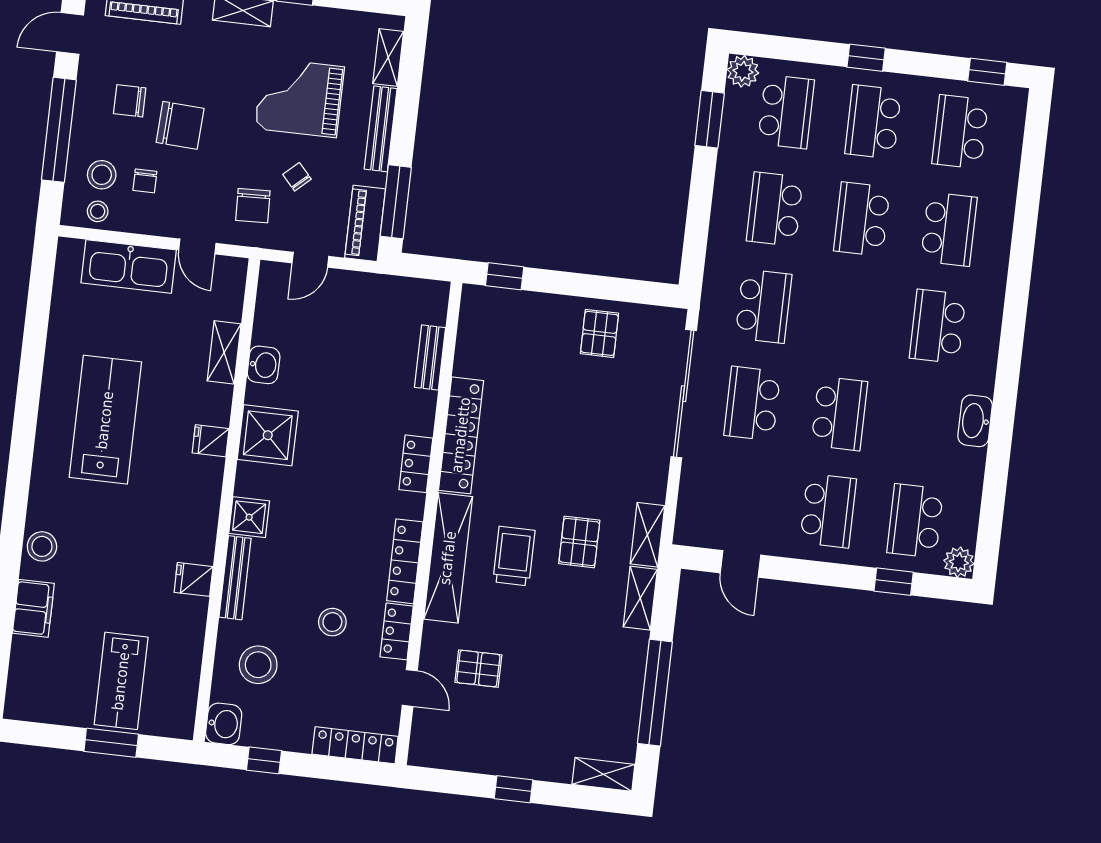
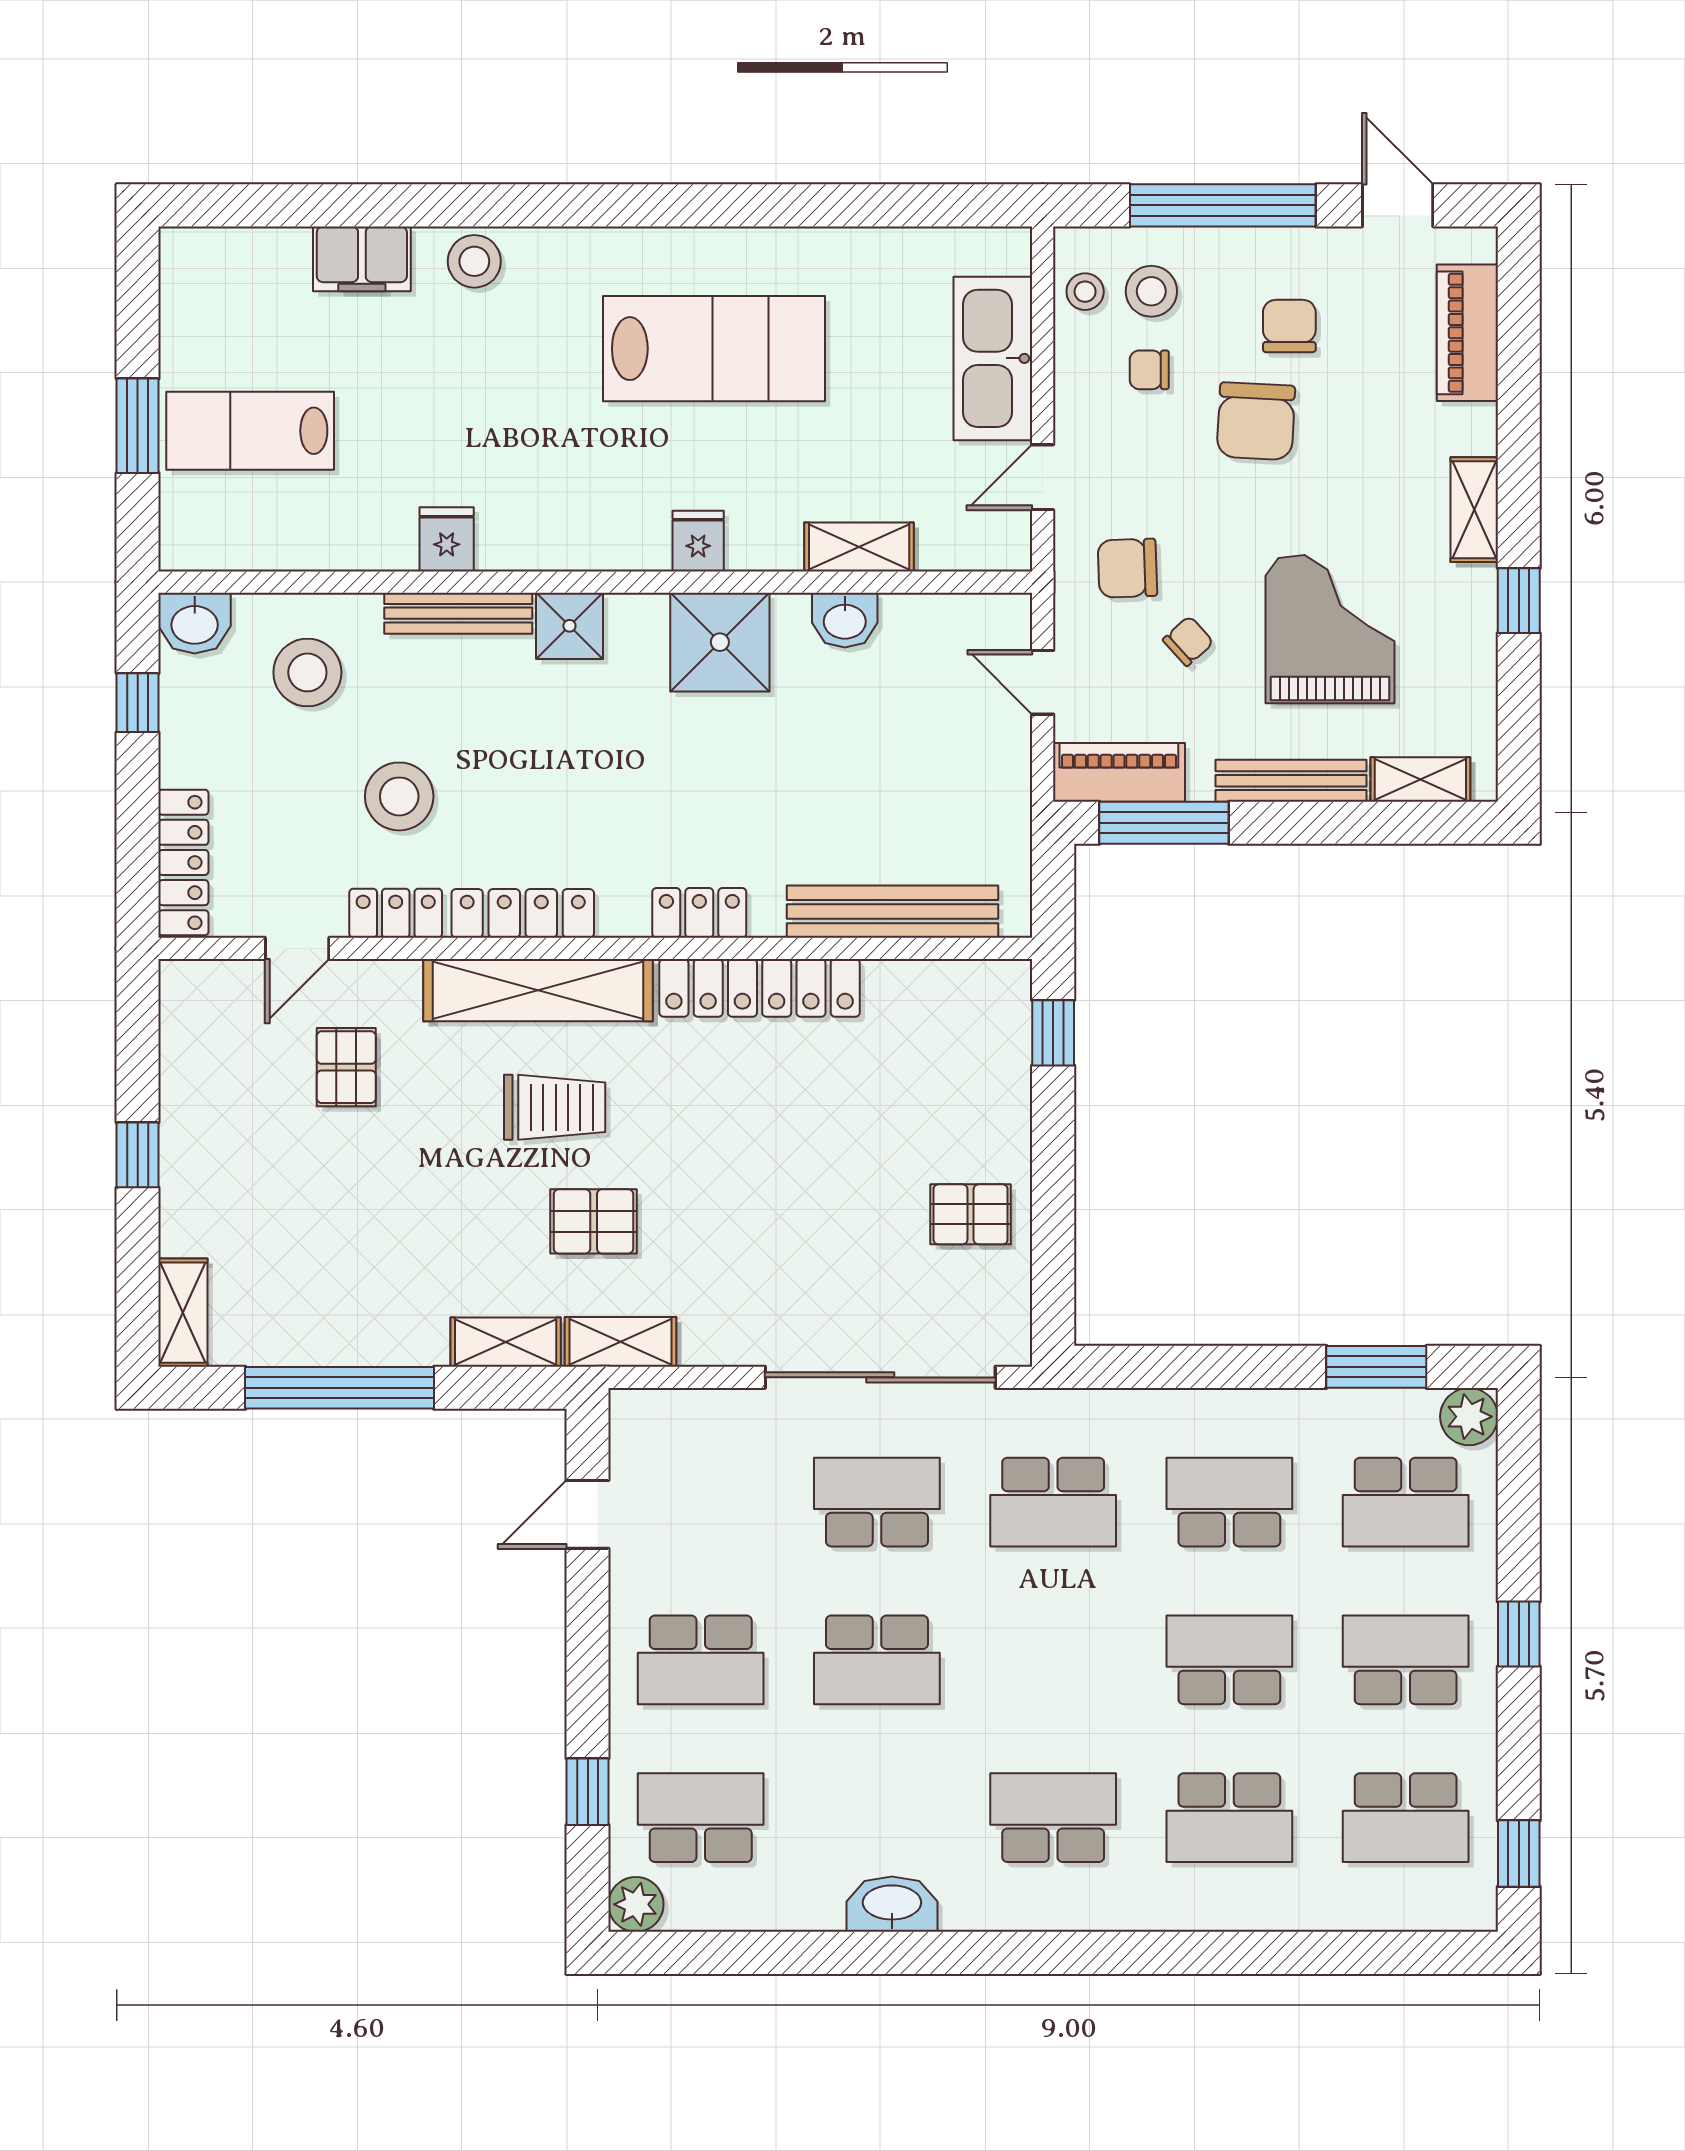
school desk: (960, 132) -> (1406, 1818), turned 180
bench: (430, 357) -> (892, 912), width x1.86, depth x1.21
stool: (332, 622) -> (399, 796), width x1.38, depth x1.38

